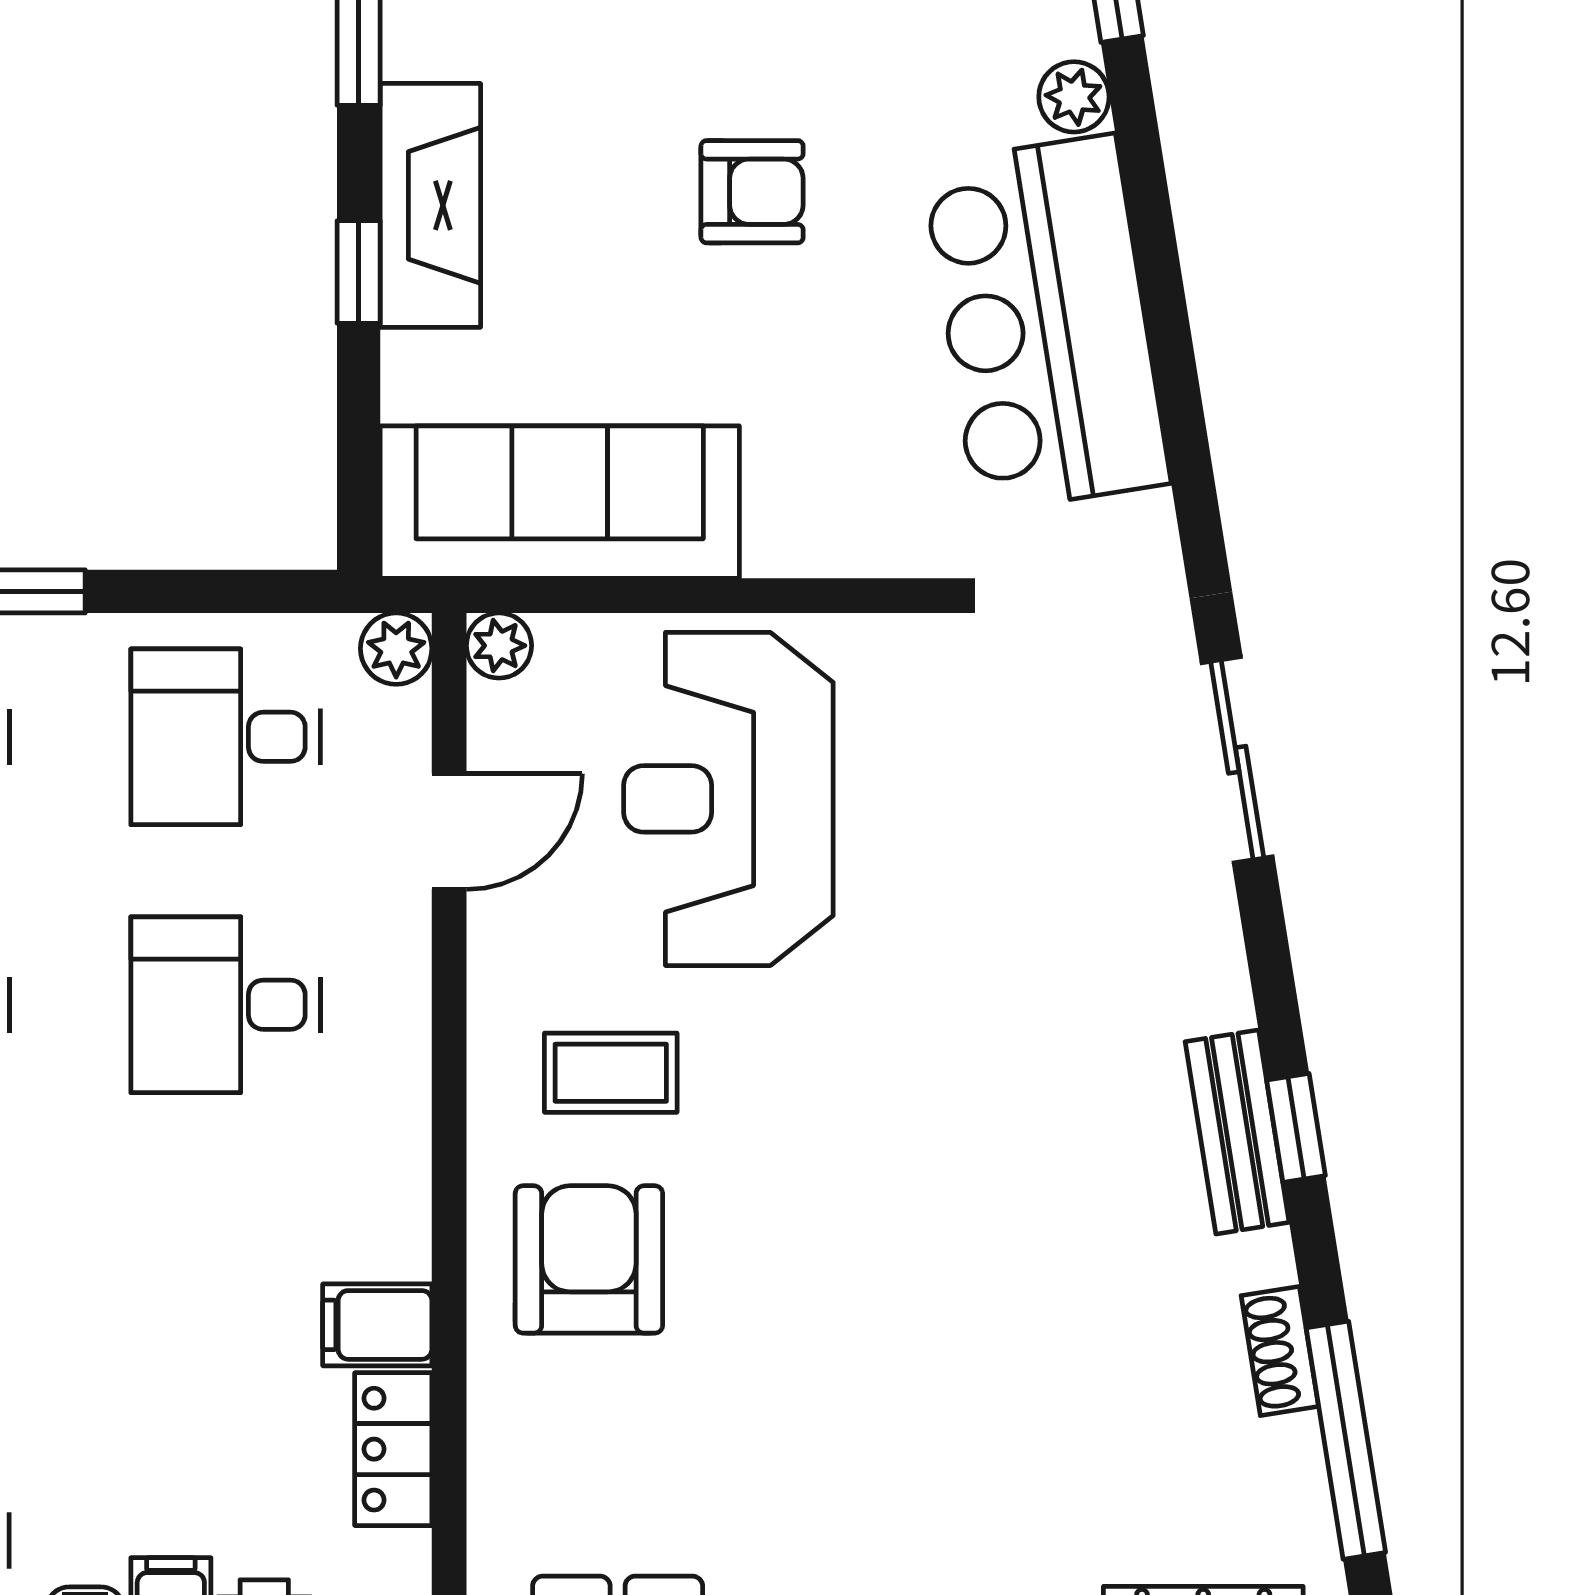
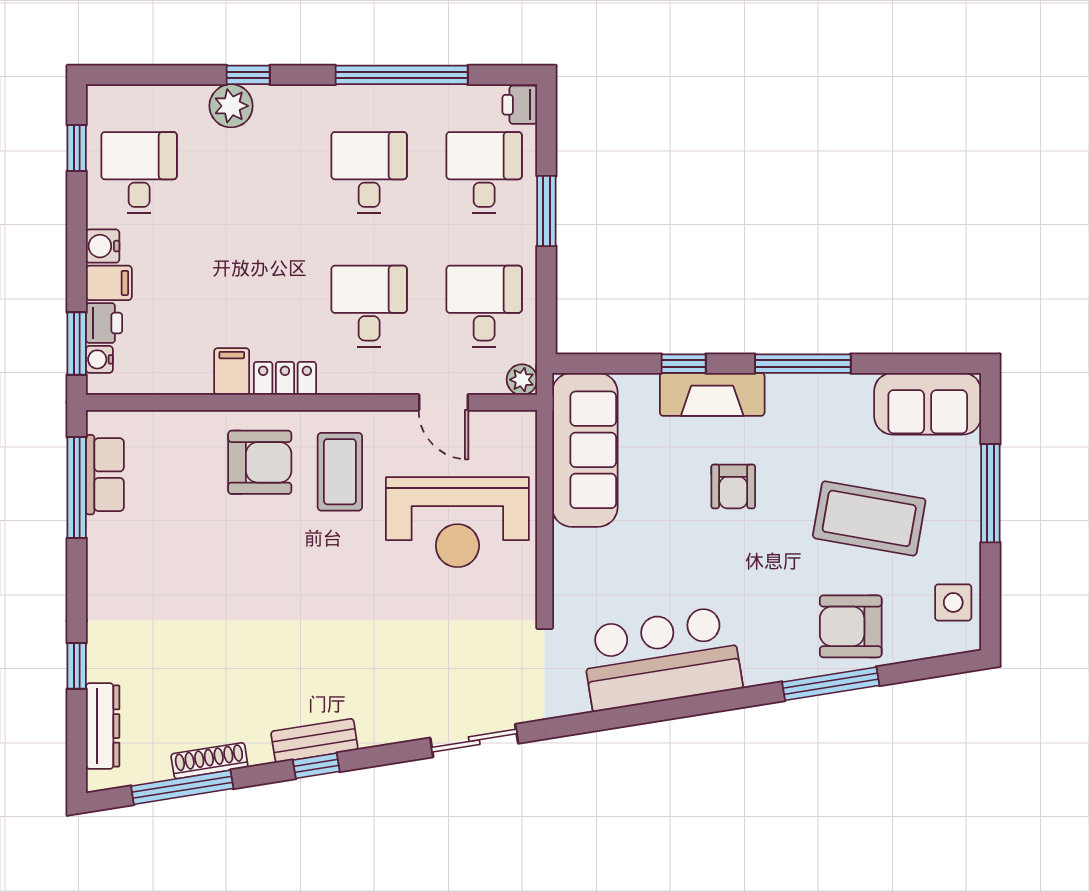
plant: (1074, 97) -> (759, 671), removed
armchair: (752, 192) -> (733, 486), moved
plant: (499, 646) -> (523, 424), removed
reception desk: (728, 799) -> (457, 522), turned 180
coffee table: (611, 1073) -> (340, 472), width x1.36, depth x1.30
shoe rack: (1280, 1351) -> (209, 761), width x1.43
locker: (393, 1449) -> (285, 378), moved

